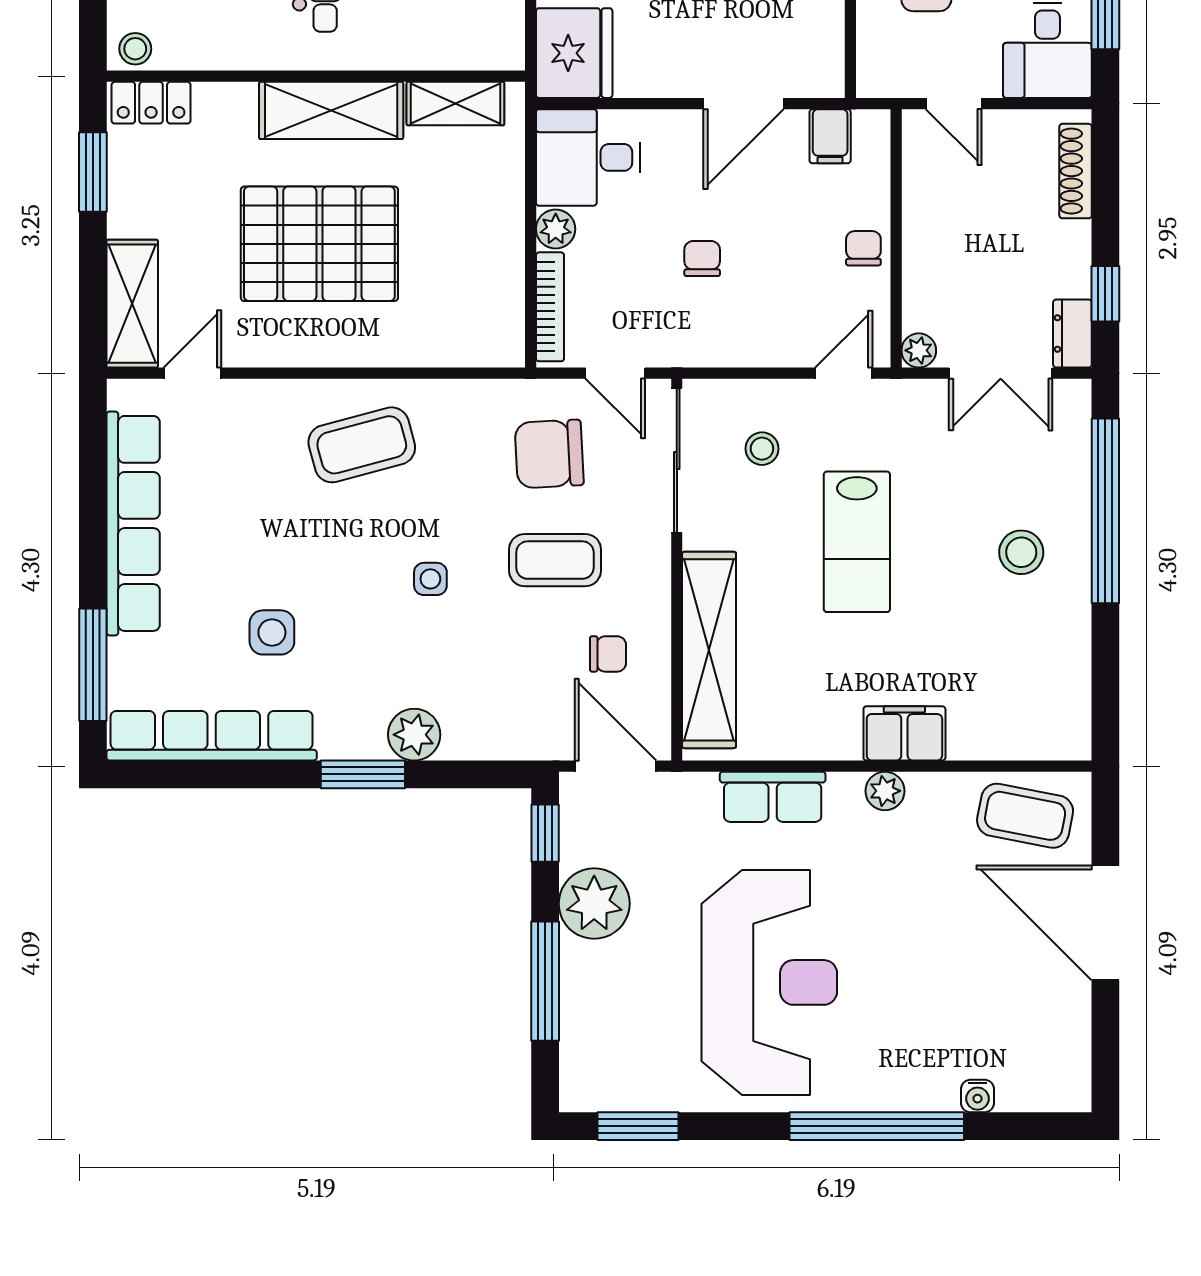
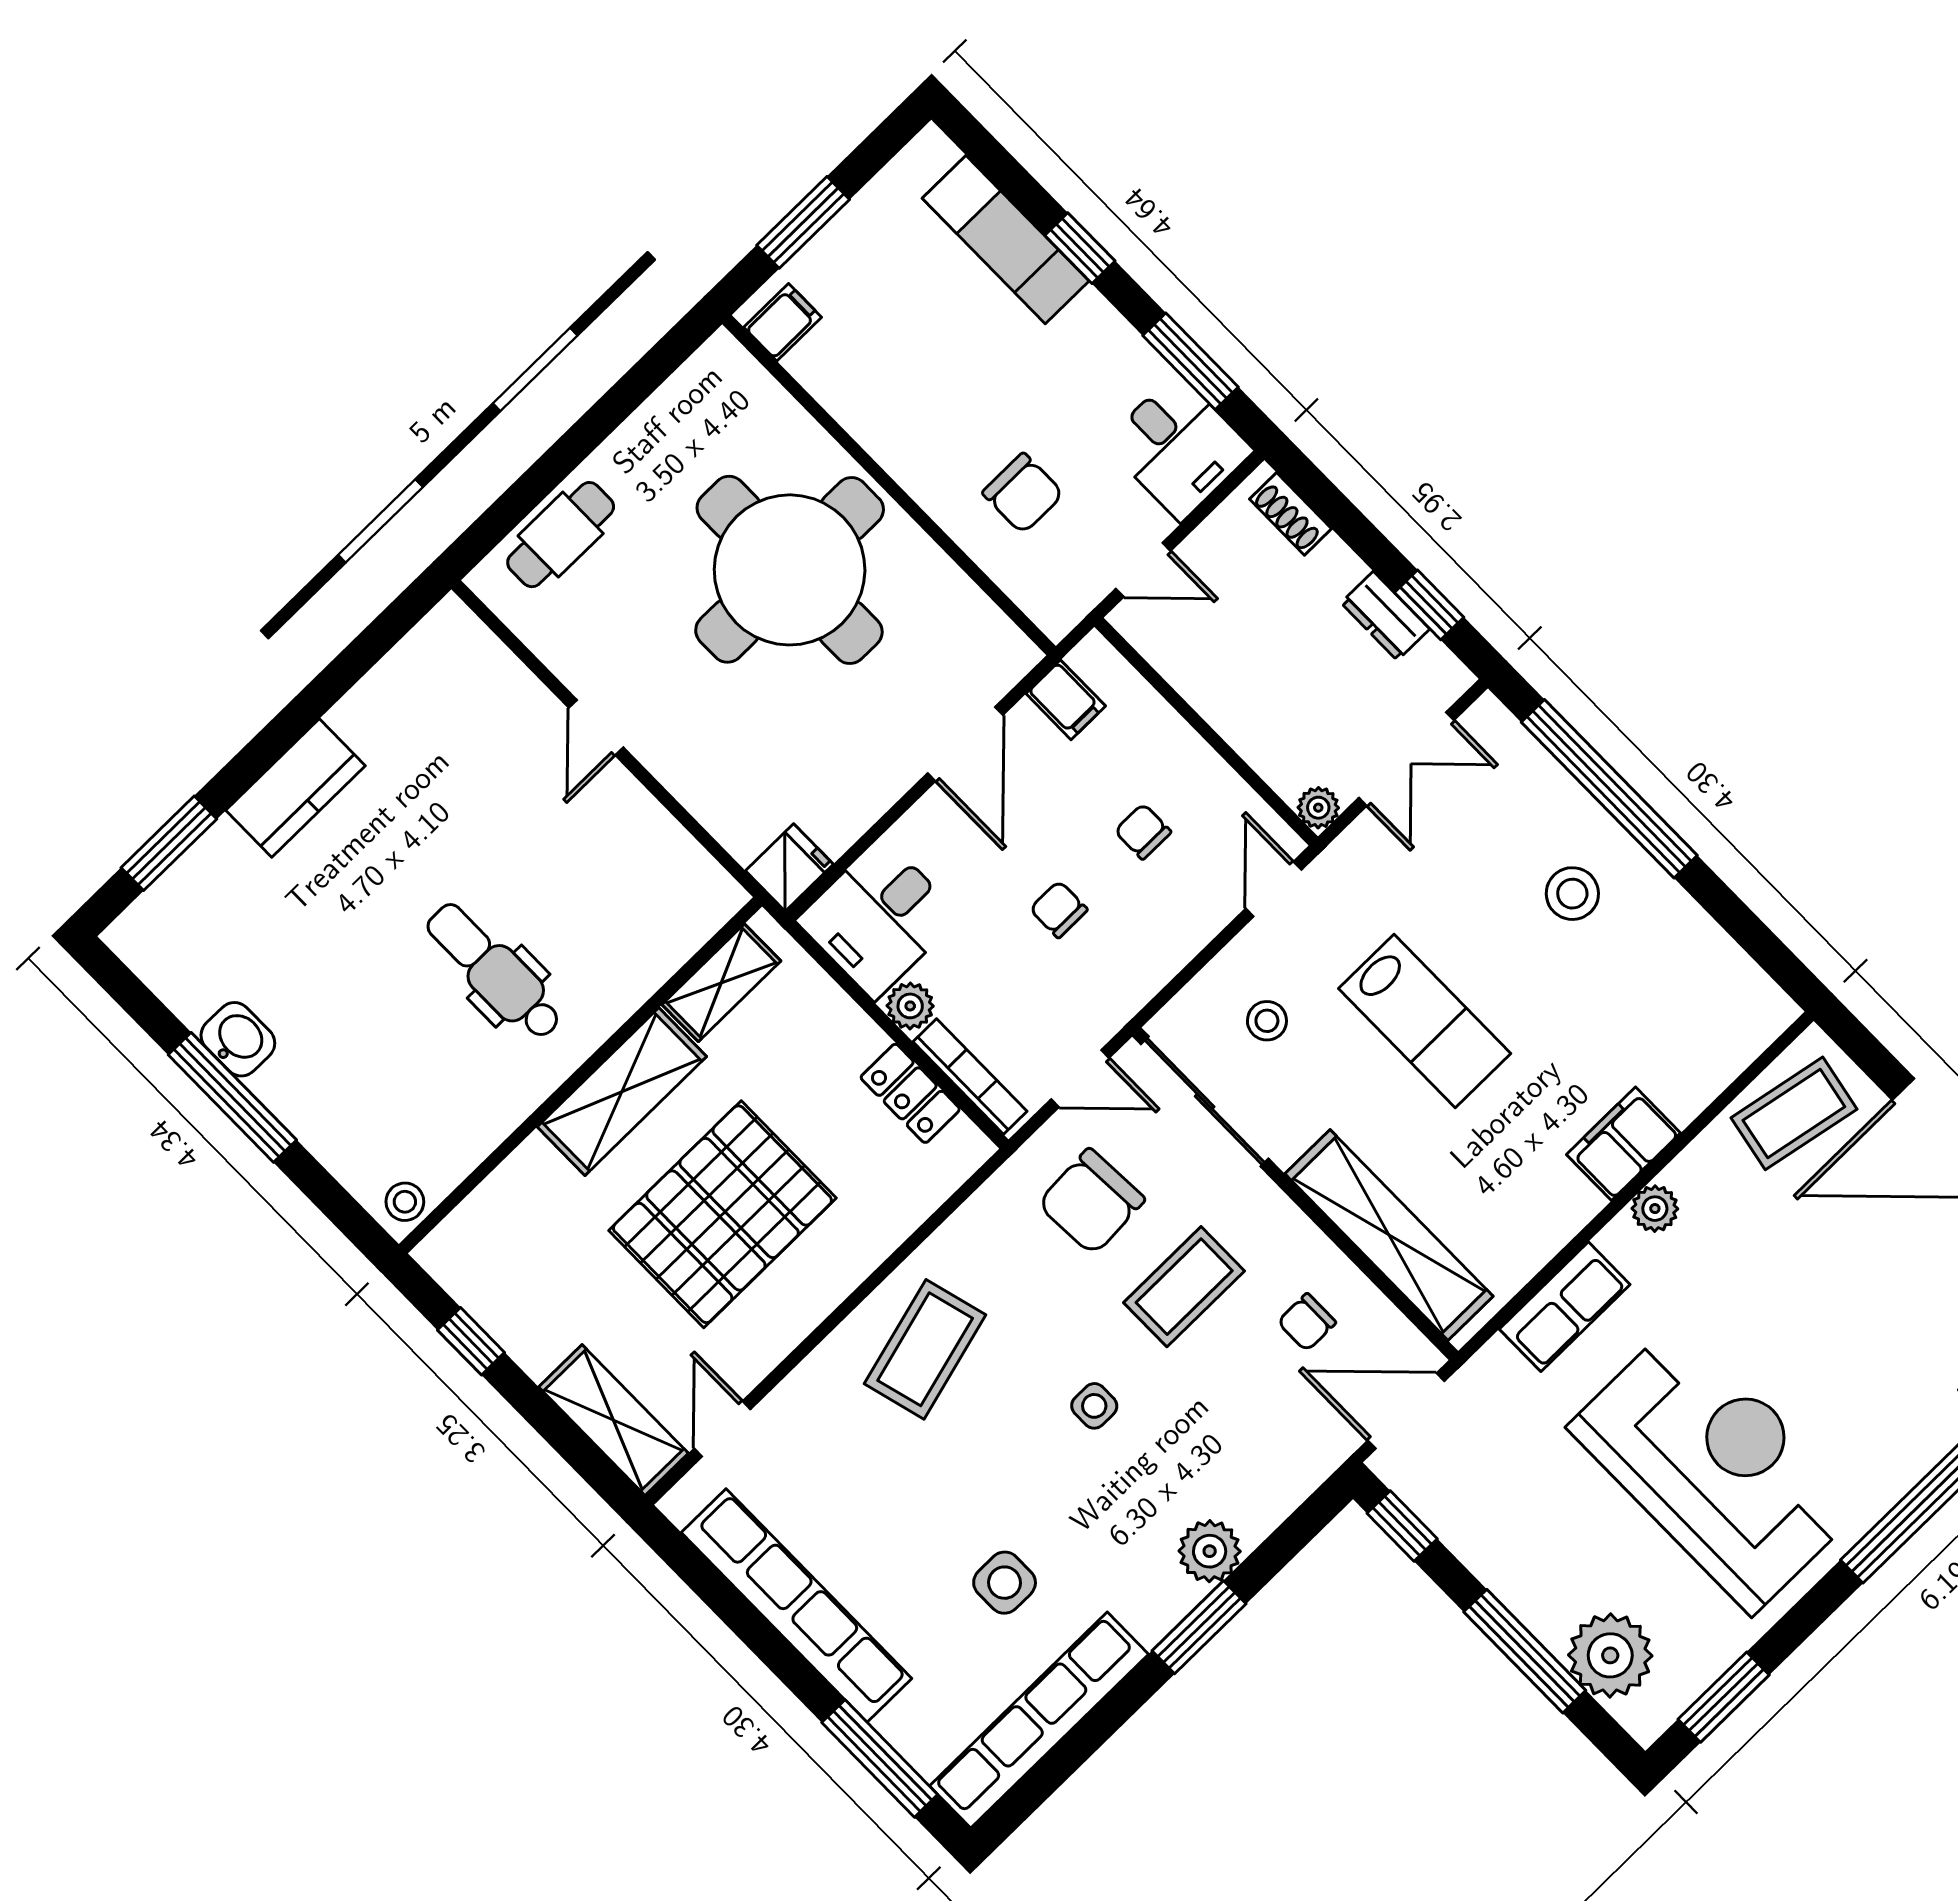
fridge: (574, 53) -> (789, 867), width x0.53, depth x0.75
locker: (151, 103) -> (910, 1093), moved, turned 90
shoe rack: (1076, 171) -> (1290, 514), width x0.70
window: (93, 172) -> (471, 1341), width x0.67
chair: (863, 248) -> (1143, 832), moved
dresser: (1072, 334) -> (1385, 616), moved
chair: (608, 654) -> (1307, 1322), turned 180
plant: (594, 904) -> (1610, 1655), moved

